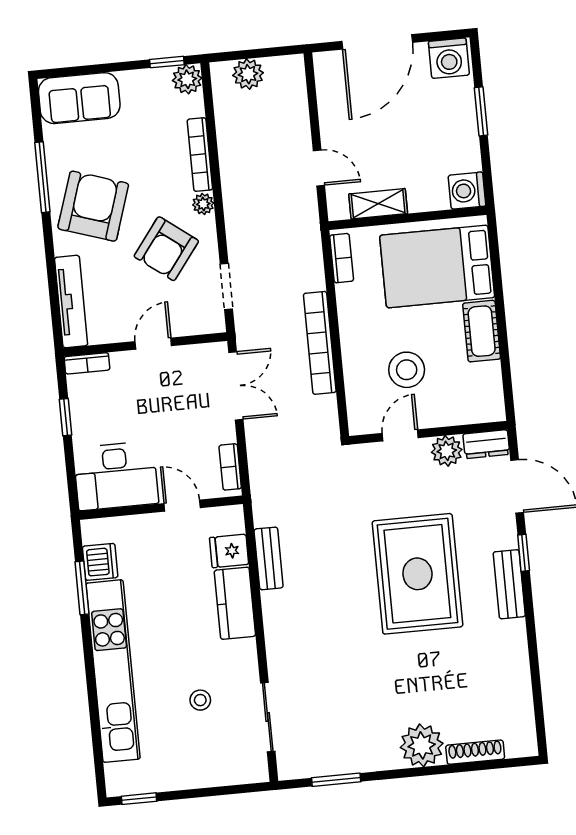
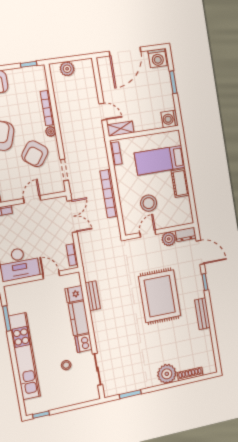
plant: (187, 79) -> (39, 72), removed
shelving: (378, 204) -> (120, 129), moved
bed: (437, 266) -> (160, 160), width x0.67
dishwasher: (100, 562) -> (84, 343), moved, turned 180
bench: (509, 584) -> (202, 314), moved

